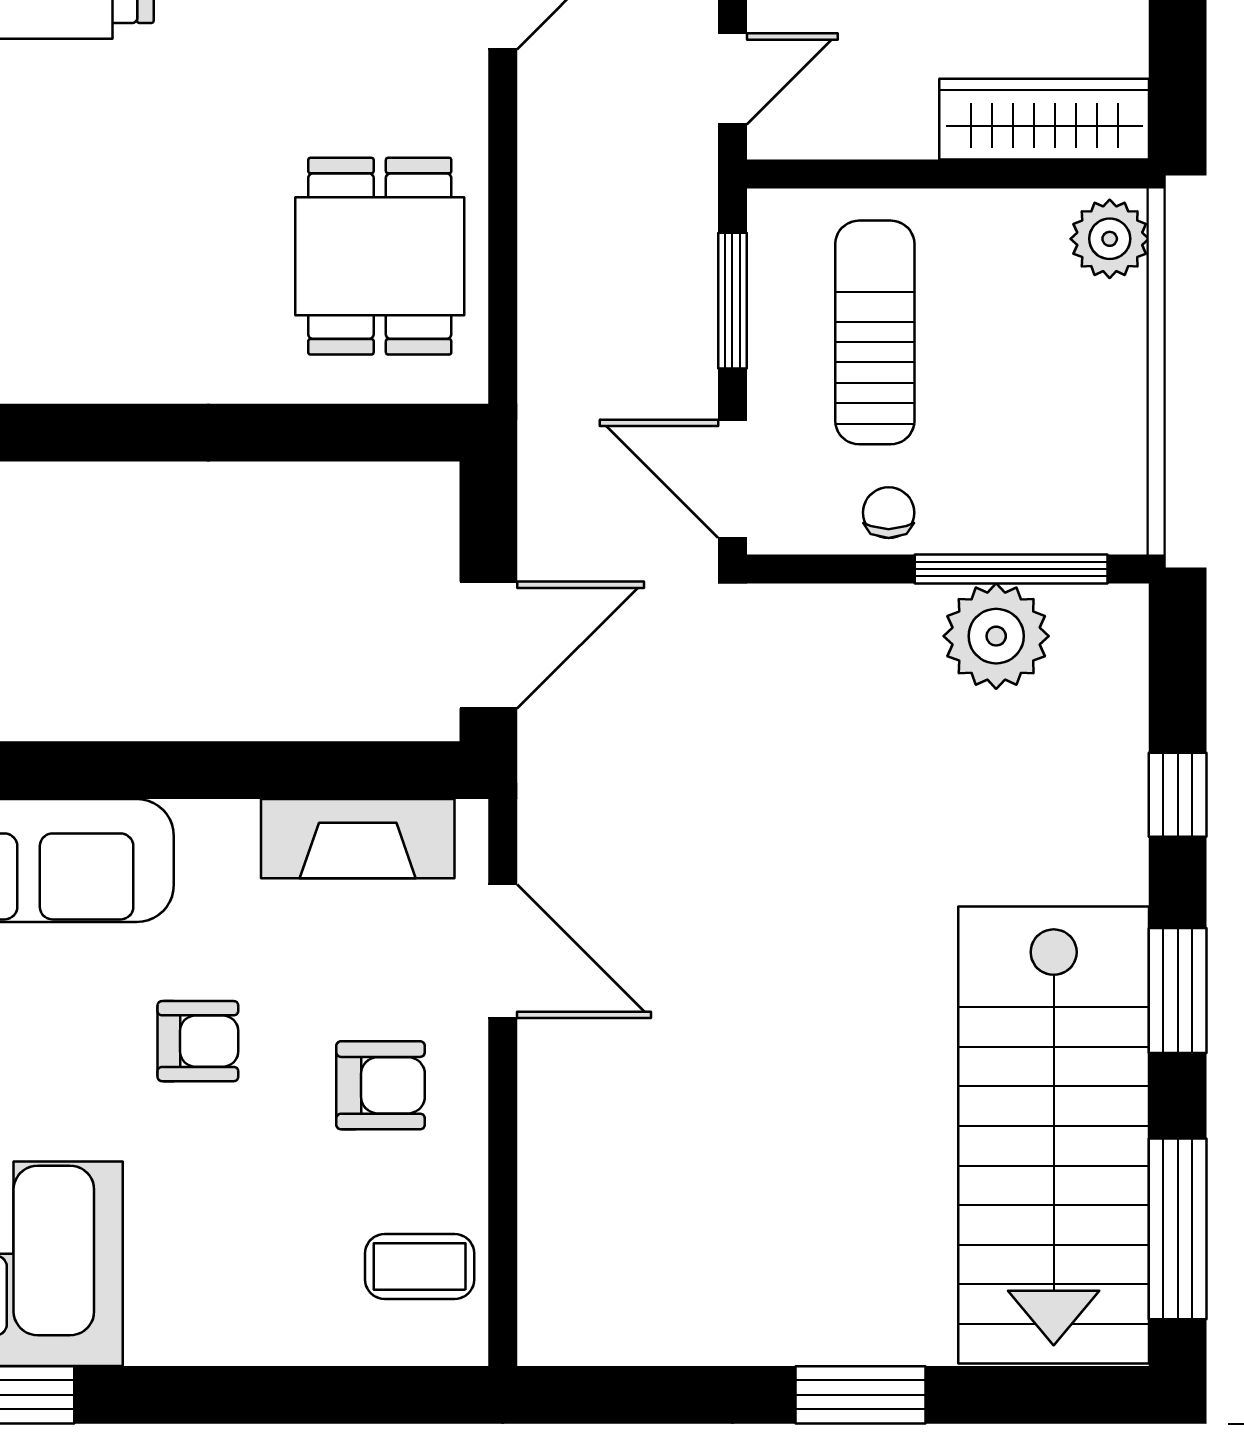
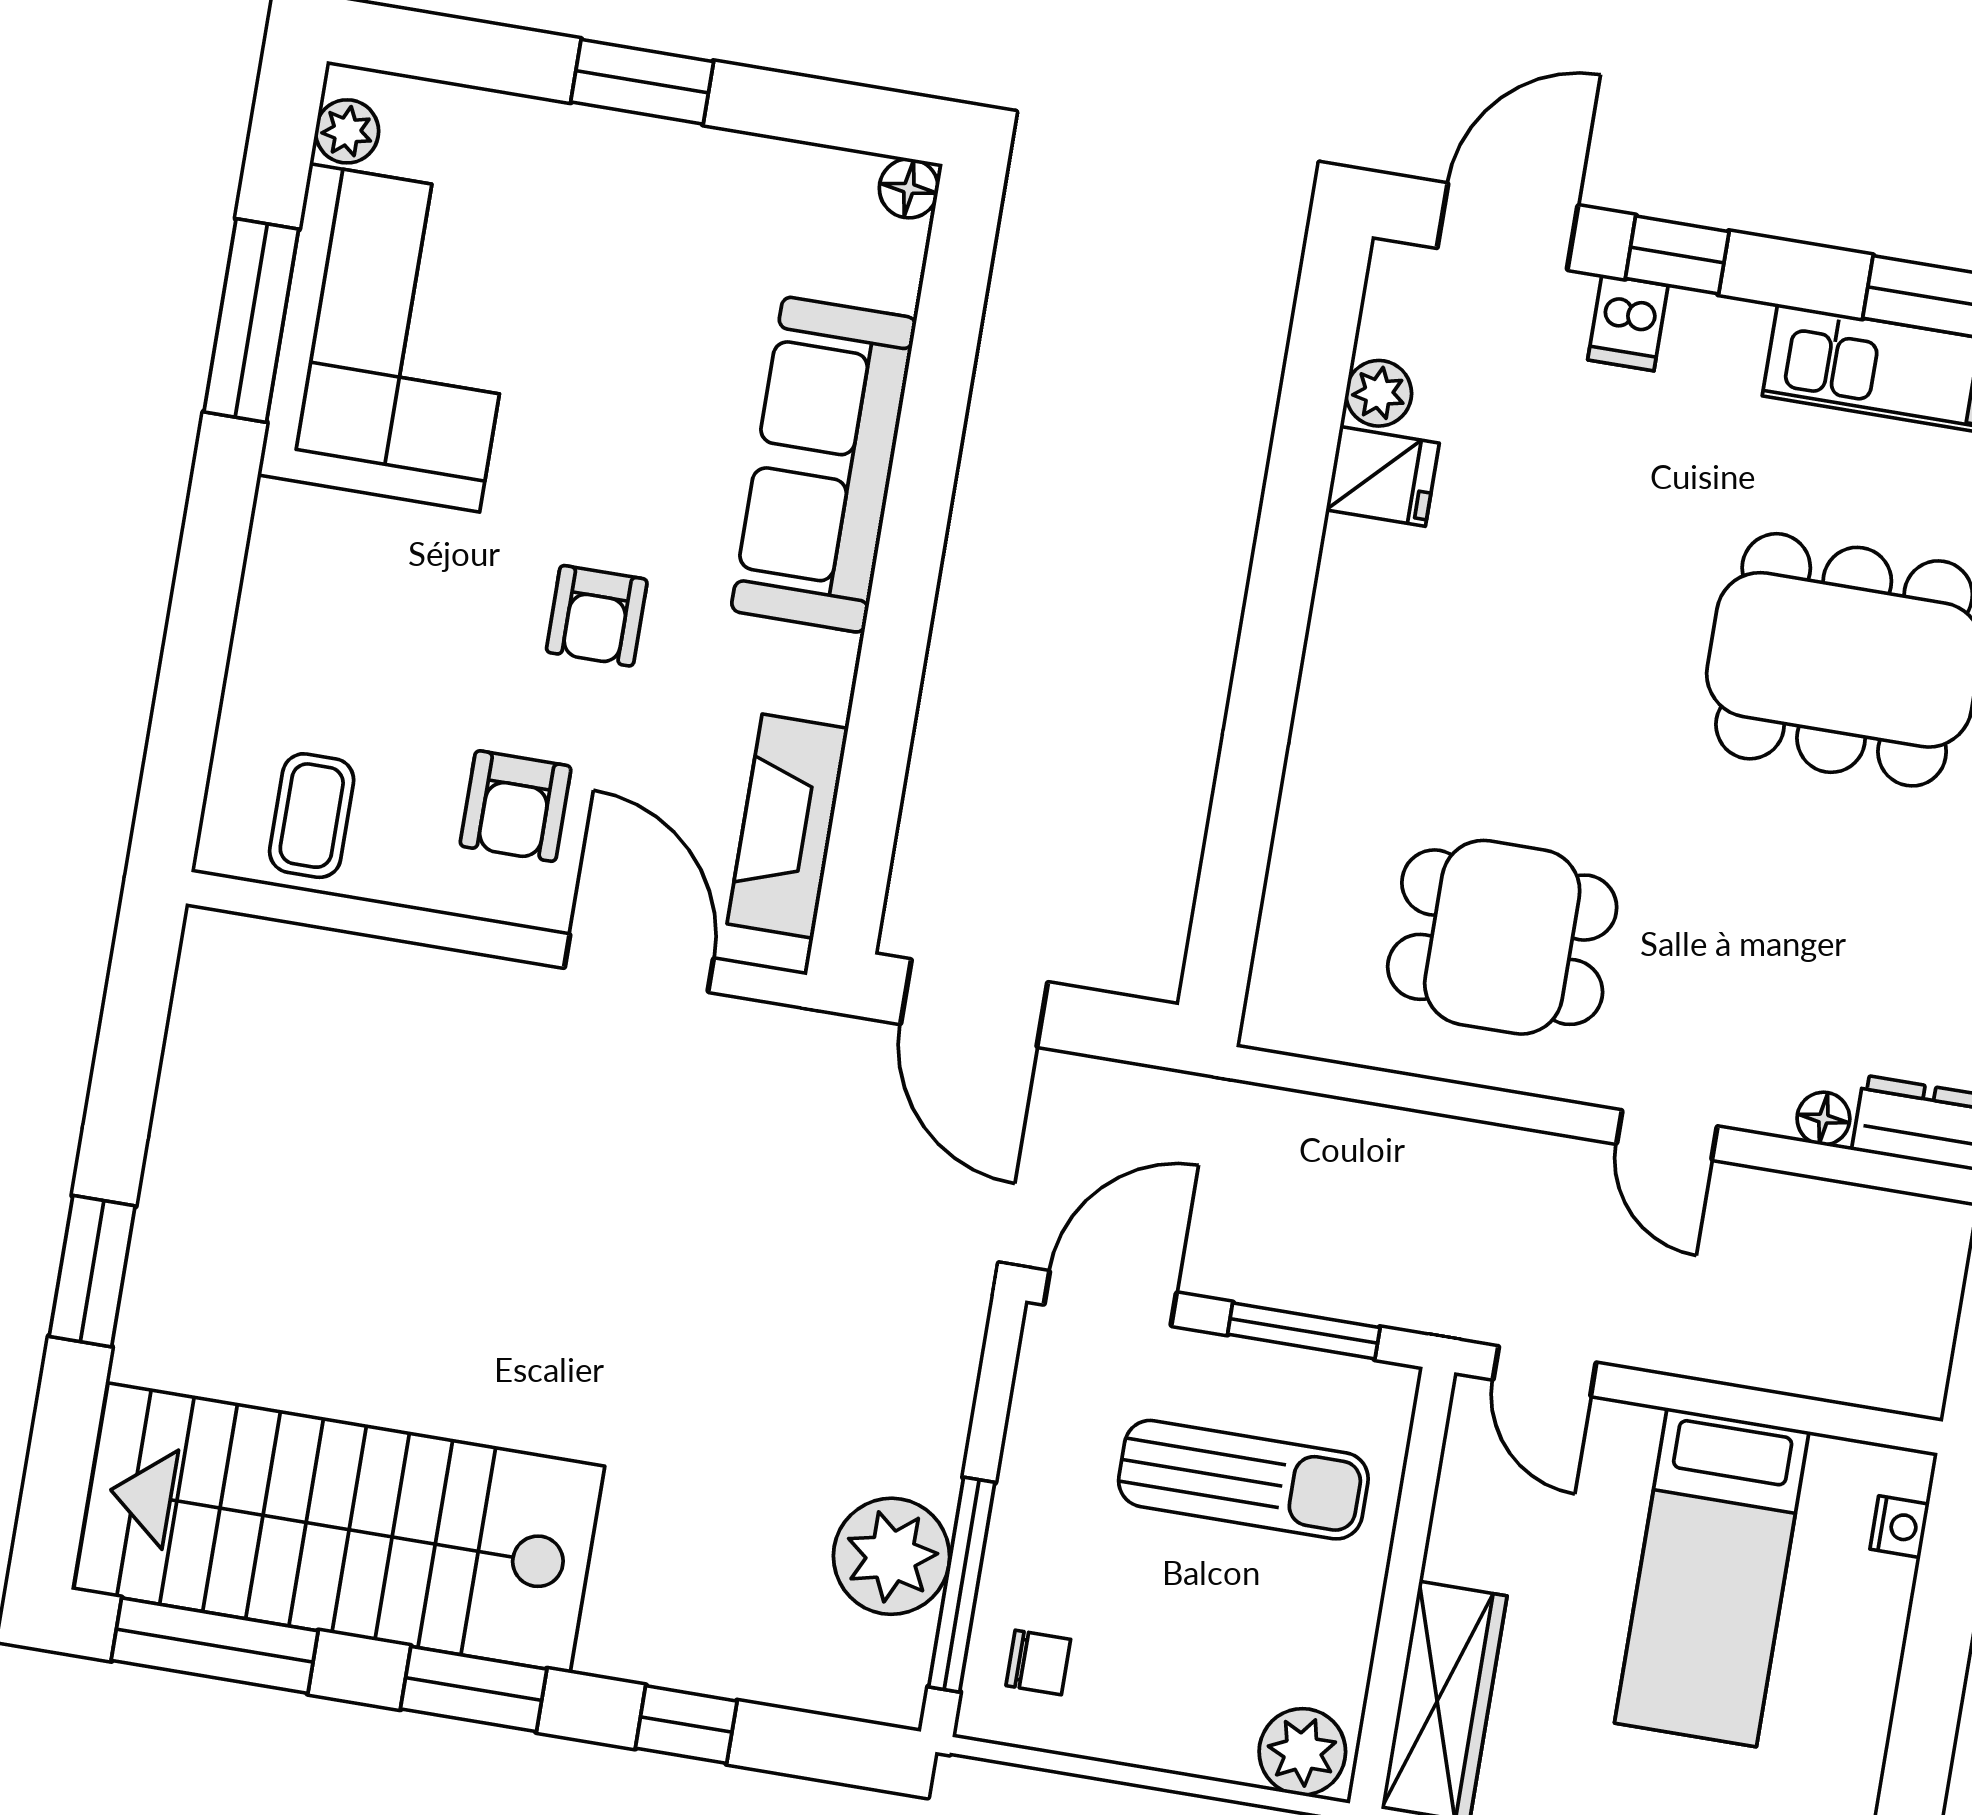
dining table: (380, 256) -> (1502, 937), moved
chair: (889, 513) -> (1038, 1662), moved
door: (503, 951) -> (639, 963), swing flipped

